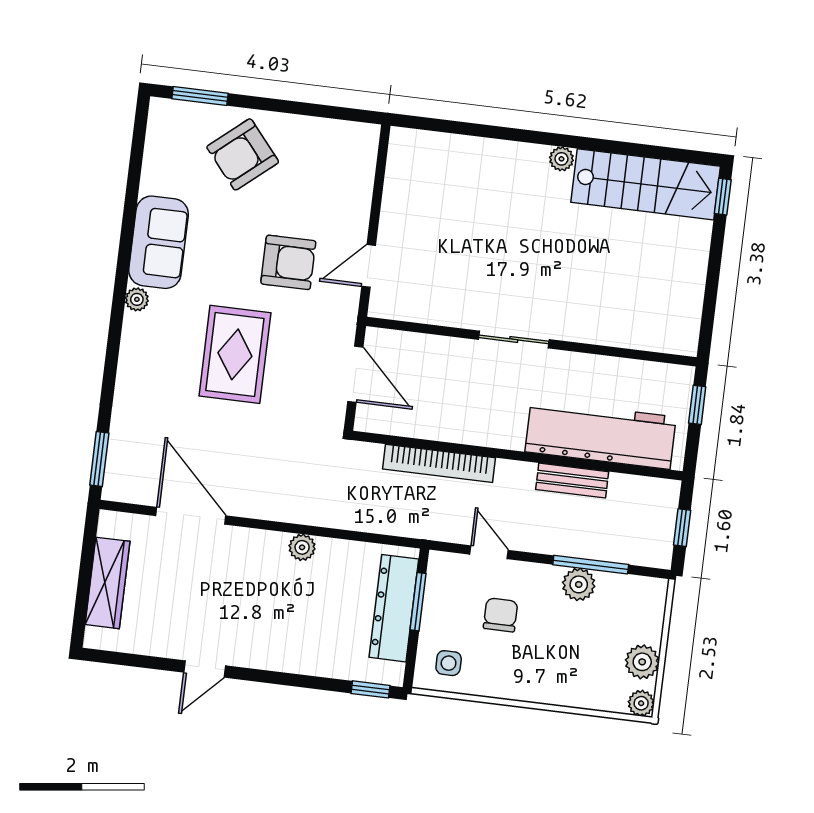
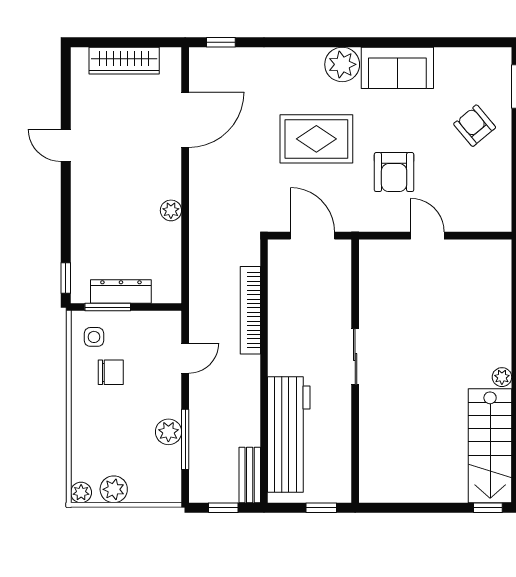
armchair: (243, 154) -> (475, 126), width x0.72, depth x0.72
door: (369, 266) -> (427, 236), moved
plant: (137, 299) -> (342, 64), width x1.88, depth x1.88
door: (355, 374) -> (312, 236), swing flipped
window: (99, 459) -> (221, 42), width x0.67
bench: (572, 481) -> (250, 475), moved
window: (418, 602) -> (108, 307), moved
dresser: (394, 608) -> (121, 291), width x0.73, depth x0.80
chair: (501, 615) -> (111, 372), moved

